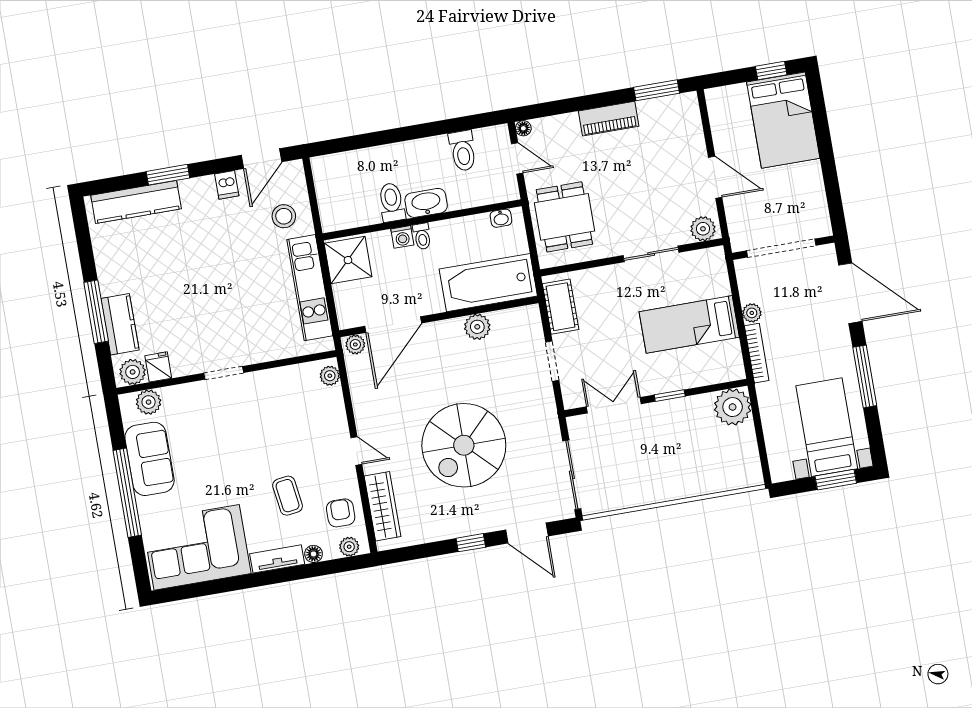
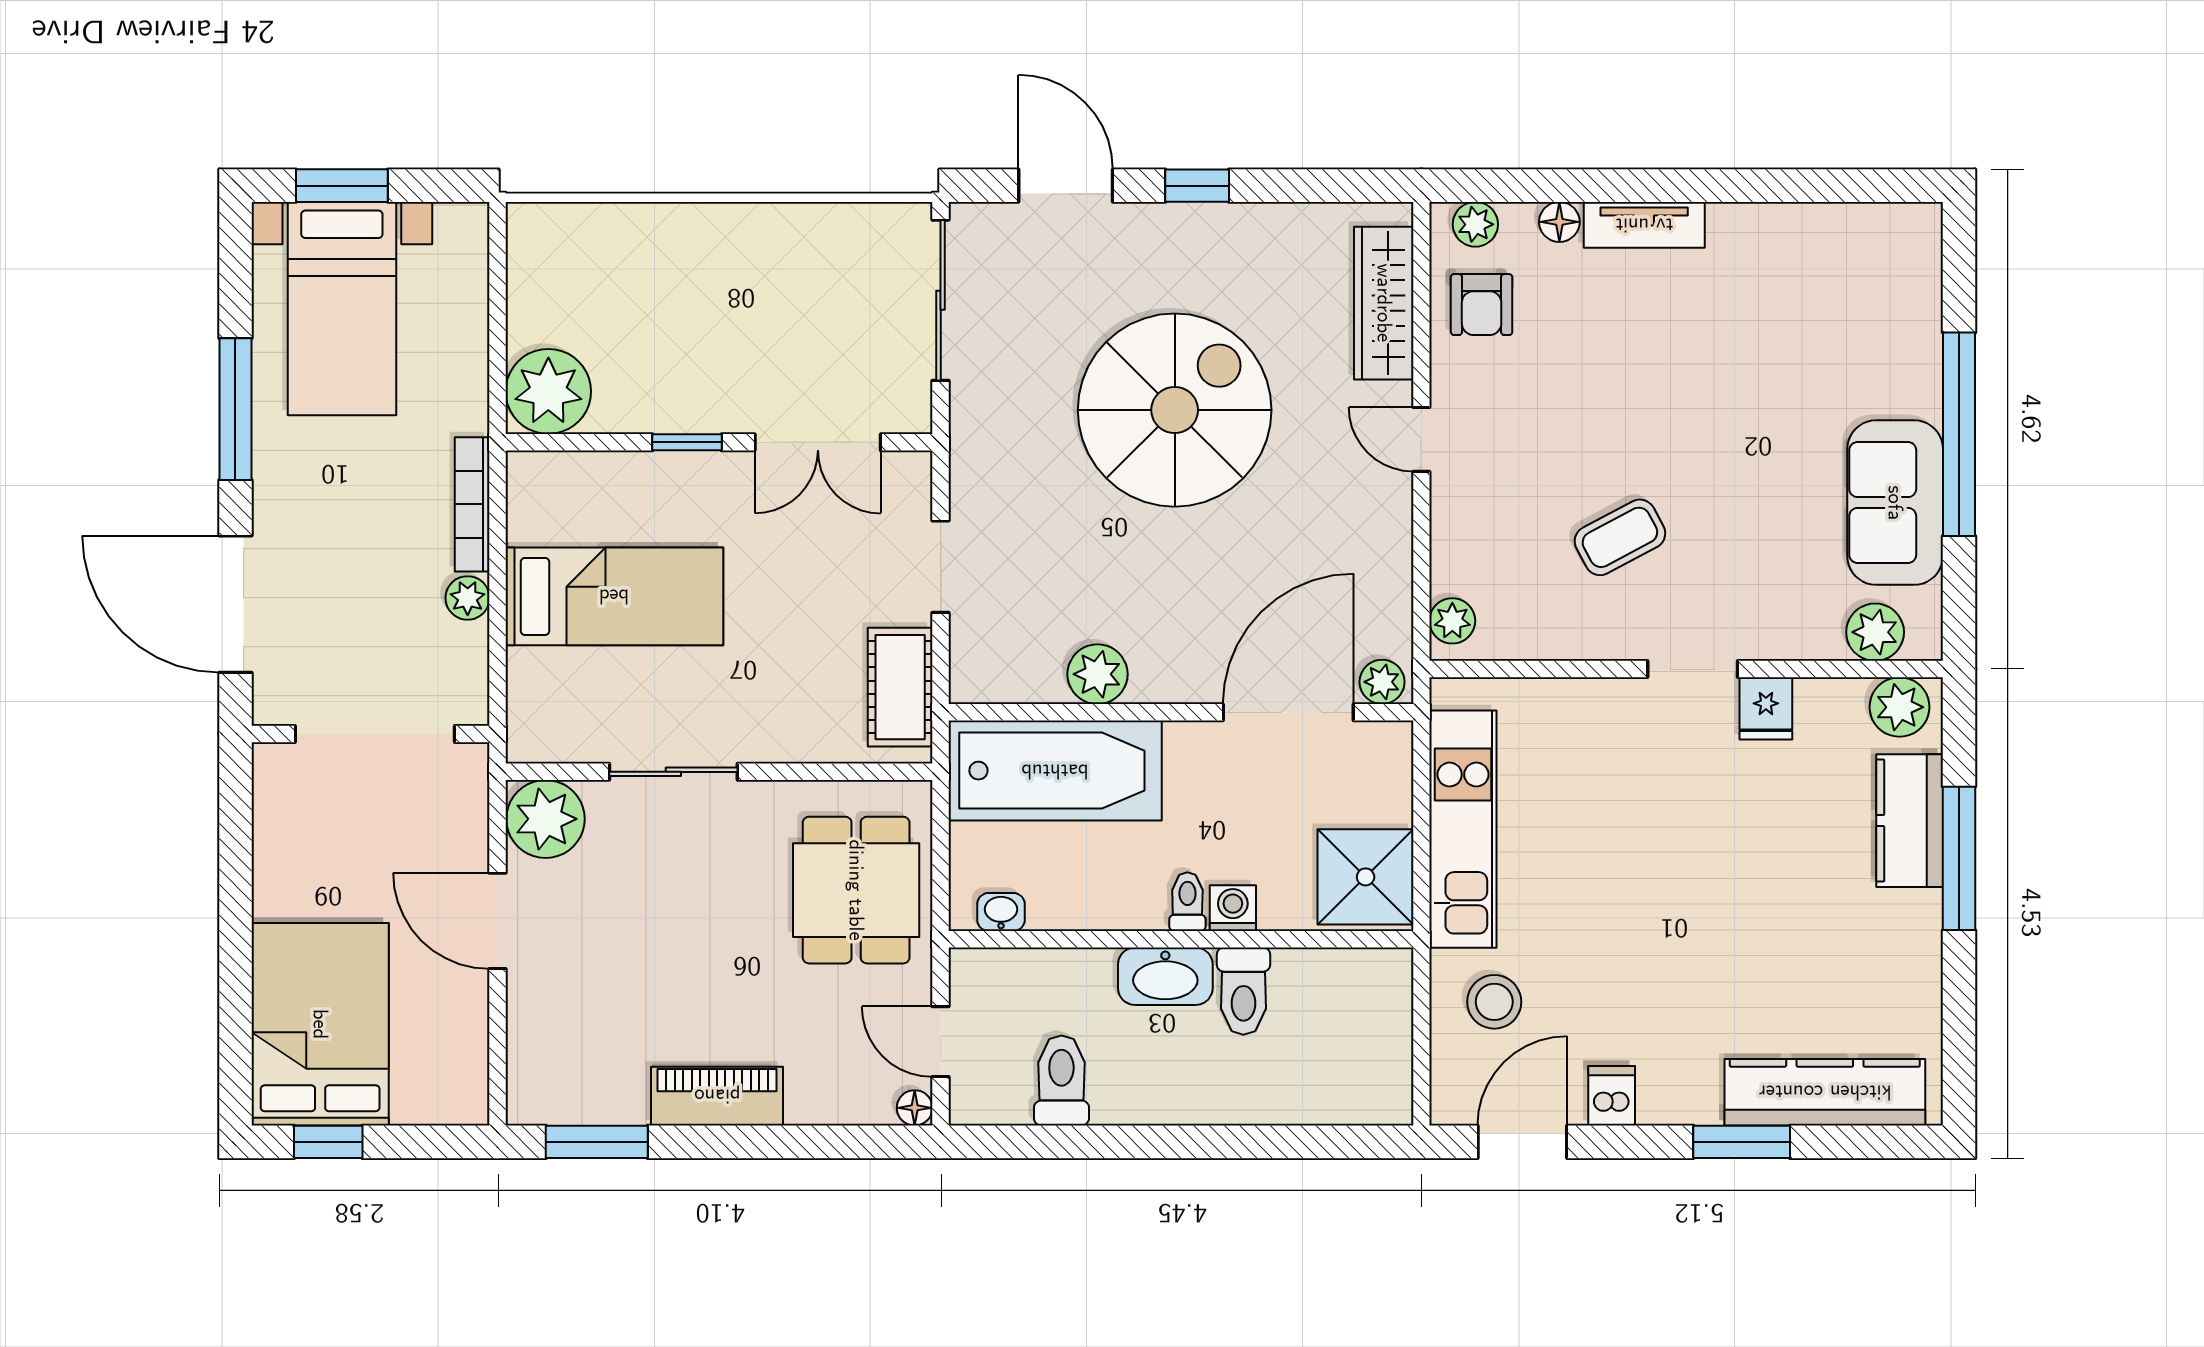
plant: (703, 229) -> (546, 819), width x1.36, depth x1.36
fridge: (158, 367) -> (1766, 708), moved
coffee table: (288, 496) -> (1620, 537), moved, turned 70
corner sofa: (197, 547) -> (1822, 283), removed

